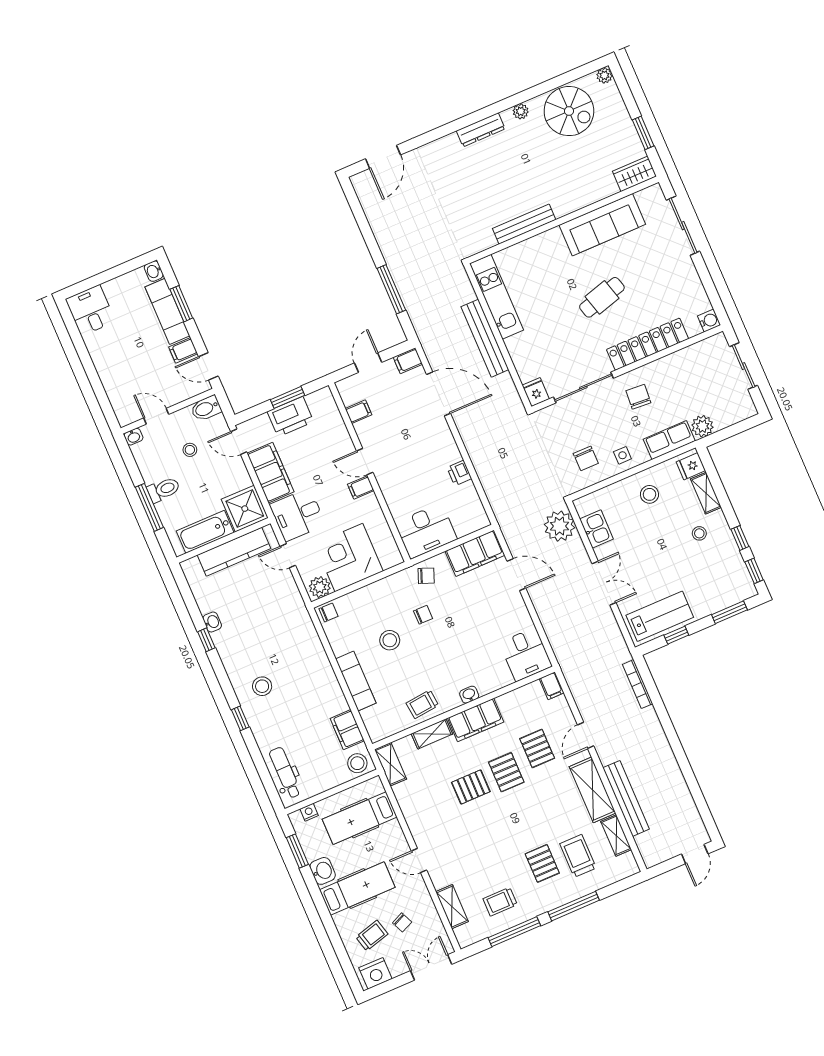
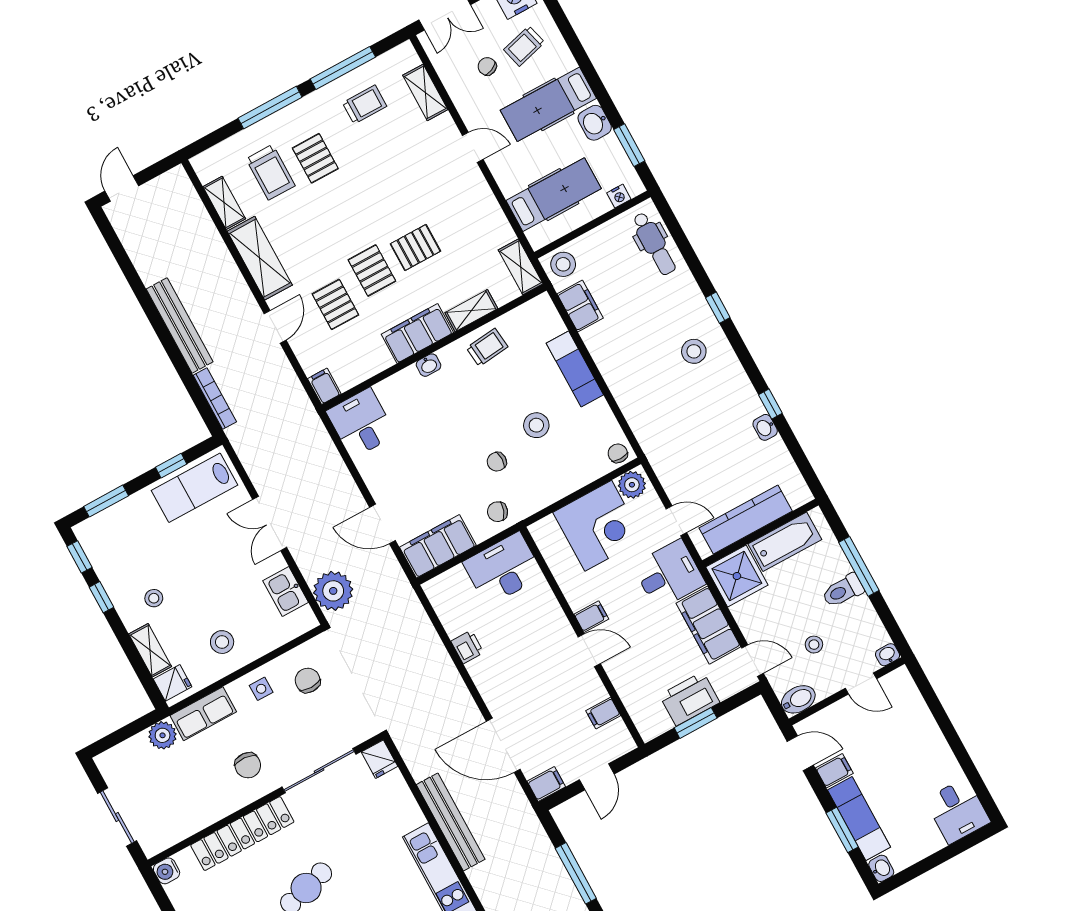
chair: (329, 612) -> (618, 453), turned 90
bench: (626, 798) -> (180, 325), moved

